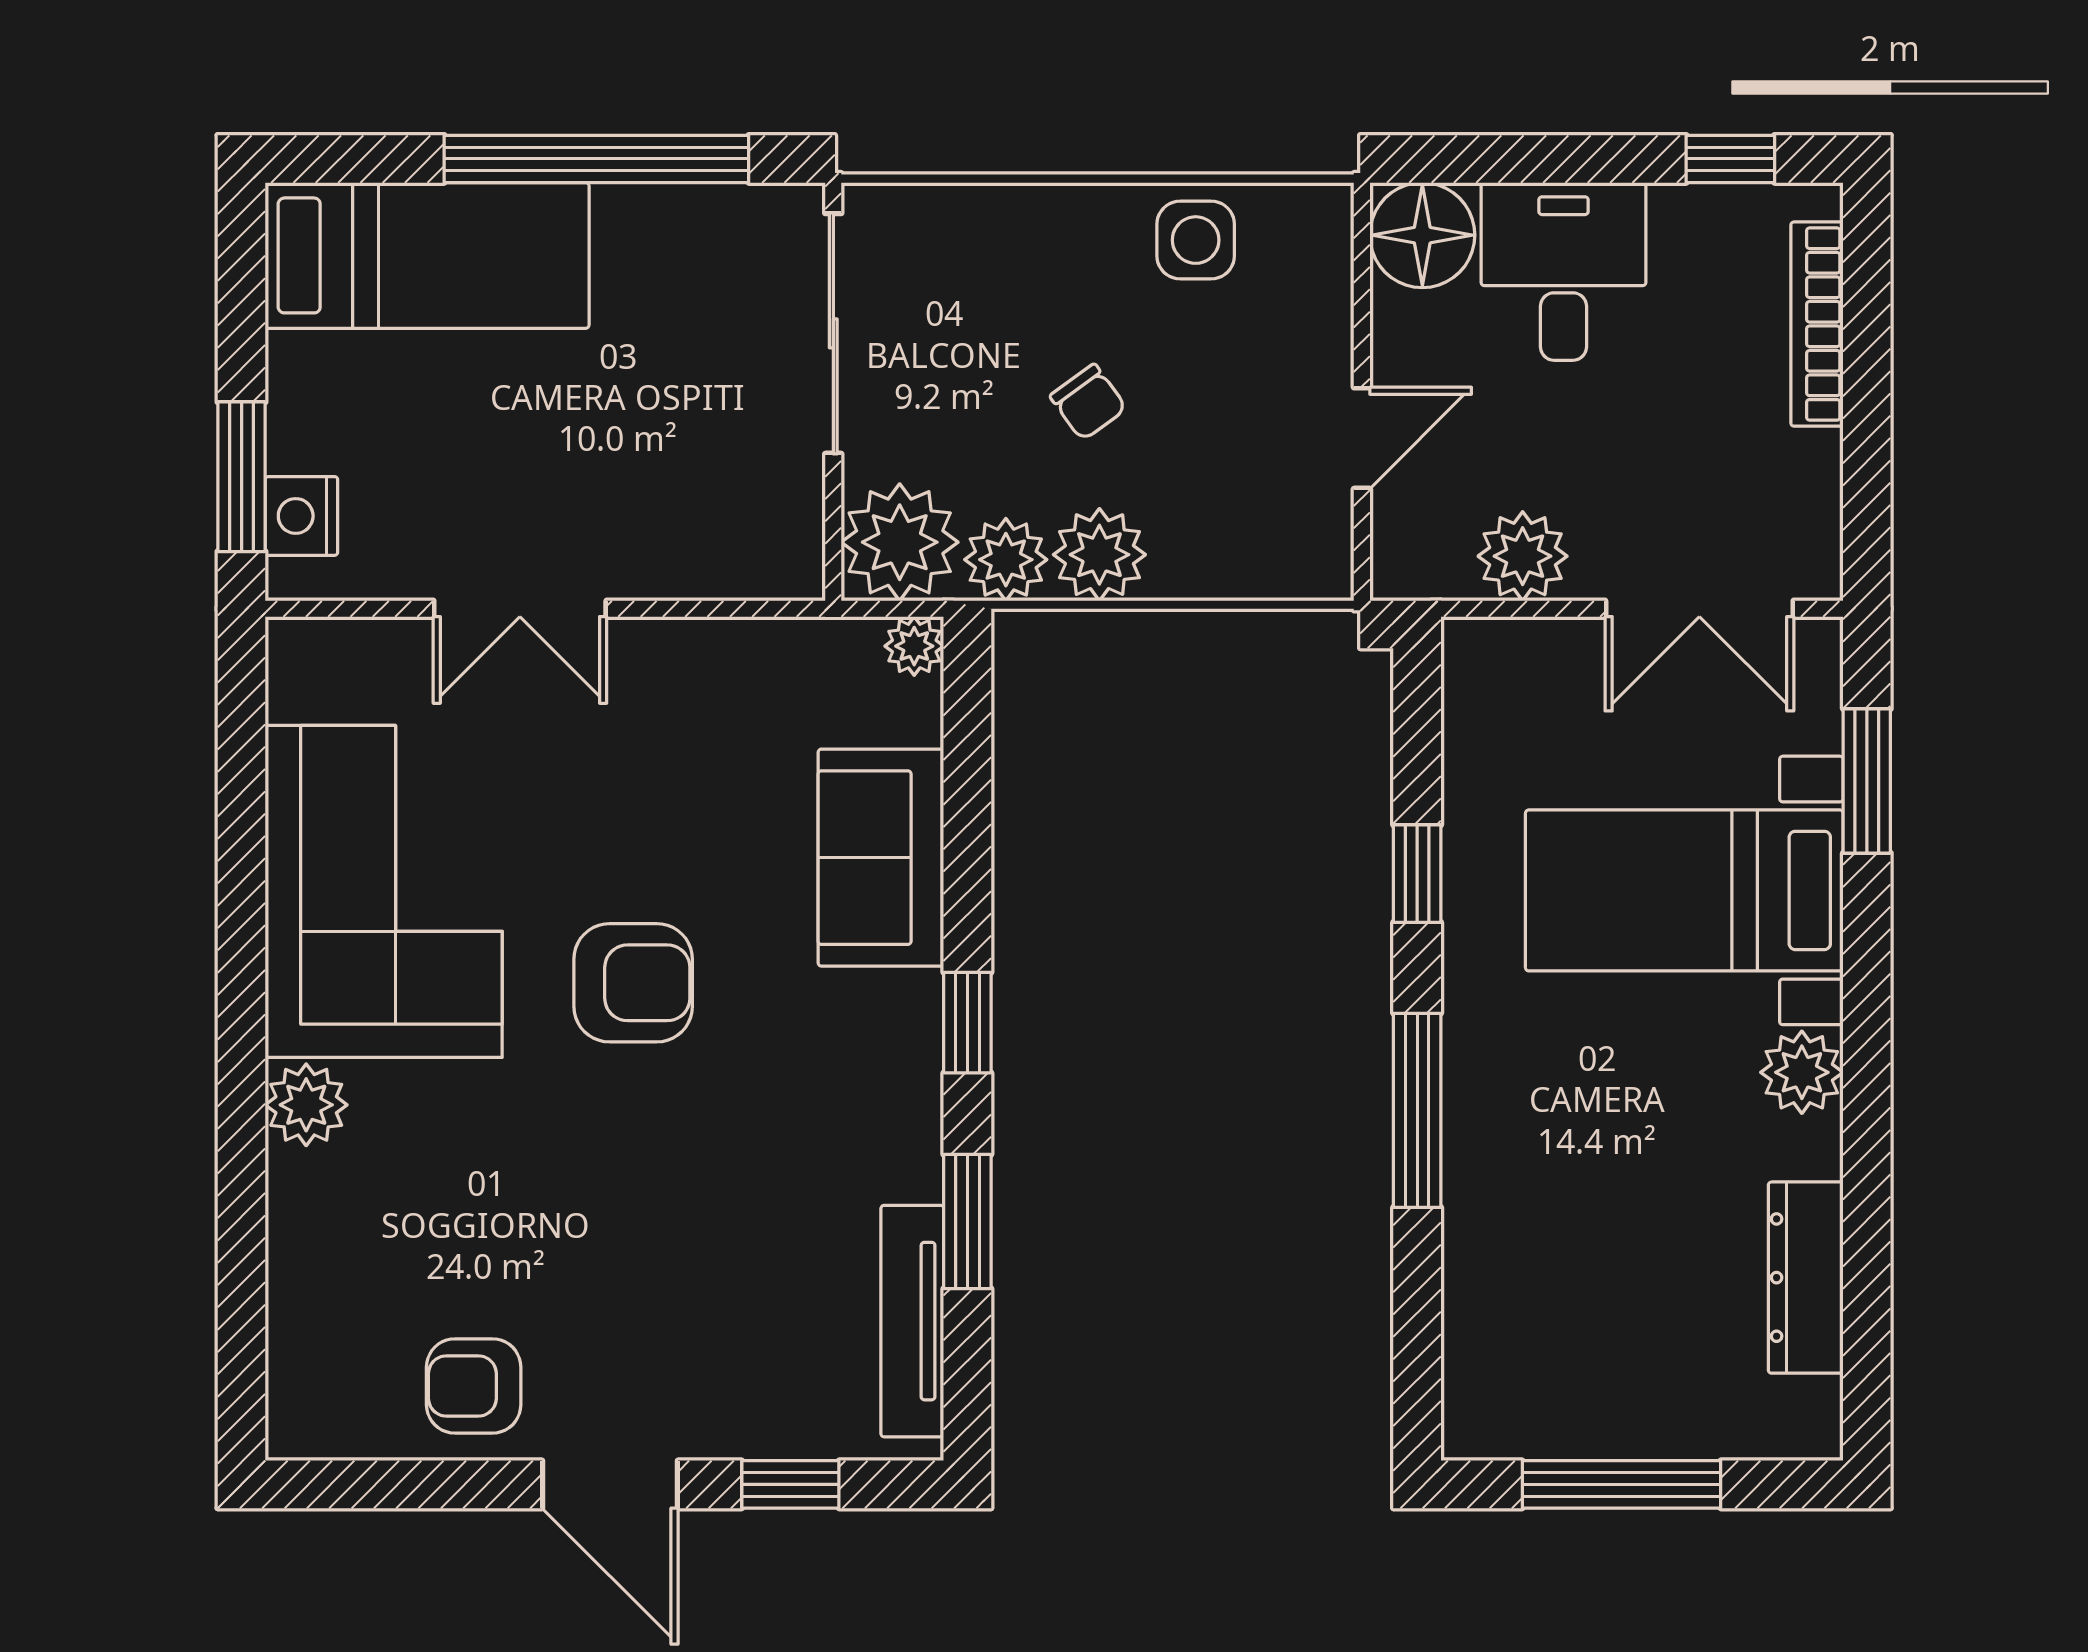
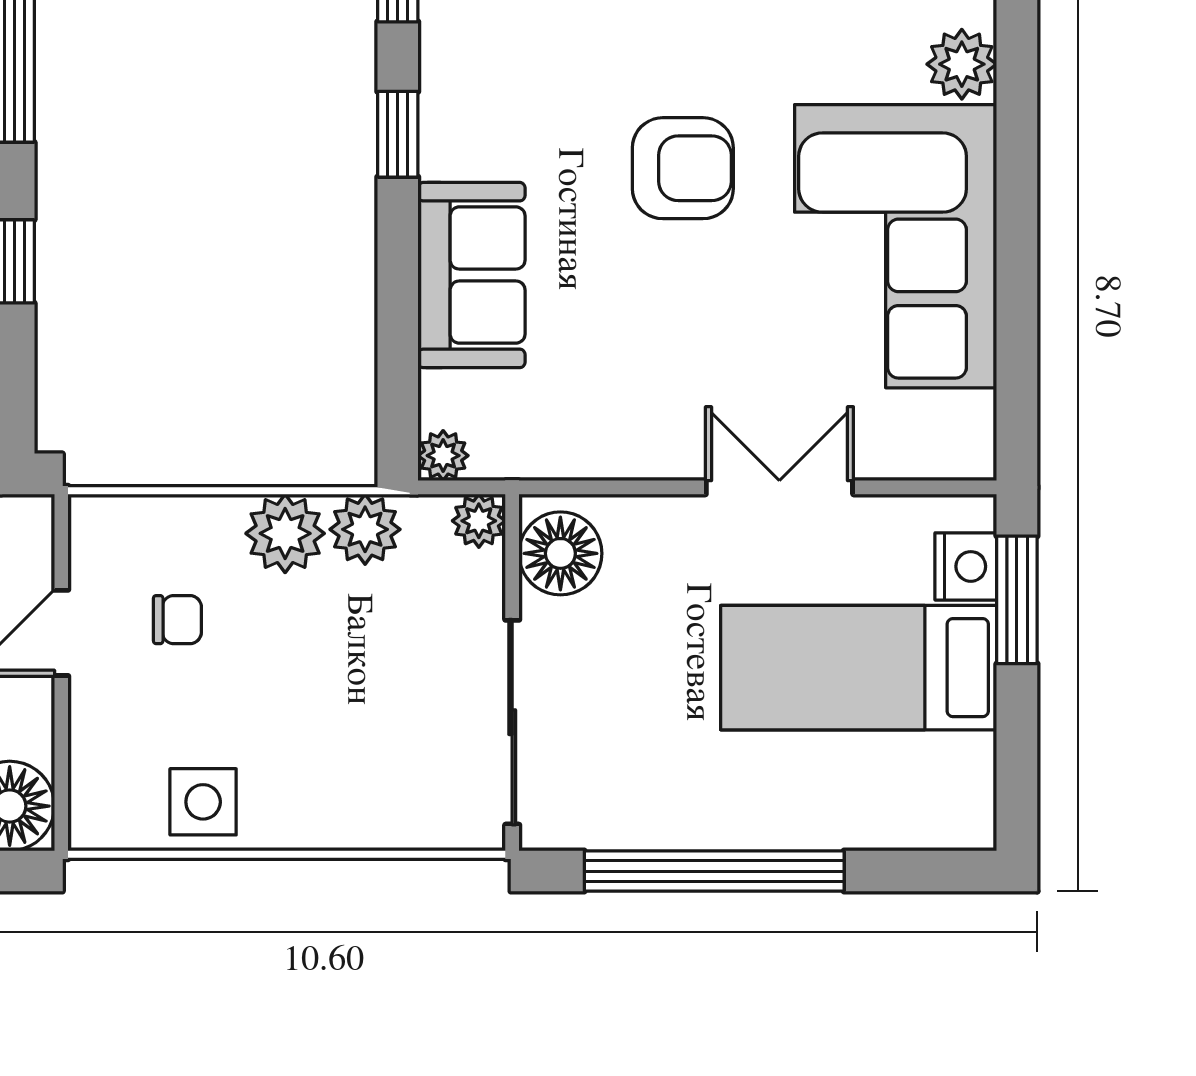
bed: (427, 255) -> (859, 668), moved
chair: (1088, 402) -> (177, 620), moved, turned 126
floor lamp: (777, 531) -> (560, 553), added
plant: (900, 542) -> (479, 521), width x0.53, depth x0.53
armchair: (633, 983) -> (683, 168), turned 180

